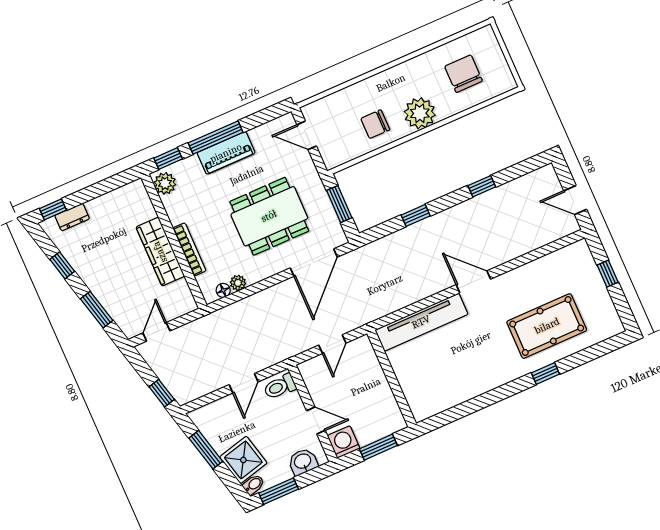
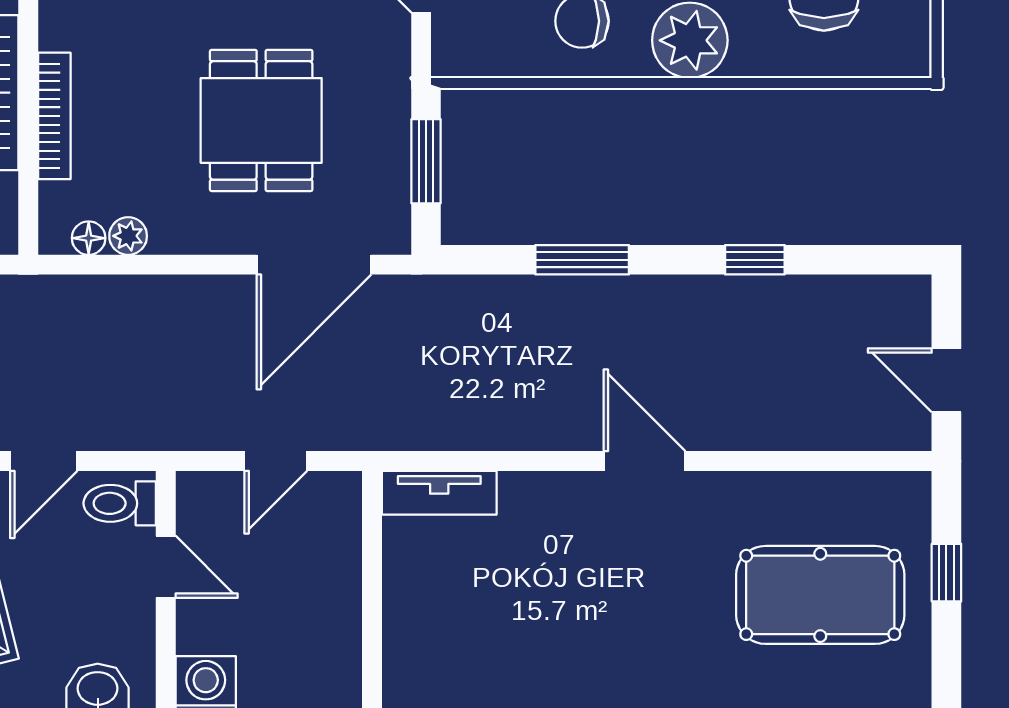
window: (416, 215) -> (582, 260), width x1.50
dining table: (269, 216) -> (261, 120), width x0.73
tv unit: (421, 322) -> (439, 493), width x0.52, depth x0.78
pool table: (547, 326) -> (820, 595), moved
door: (316, 421) -> (166, 567), moved

